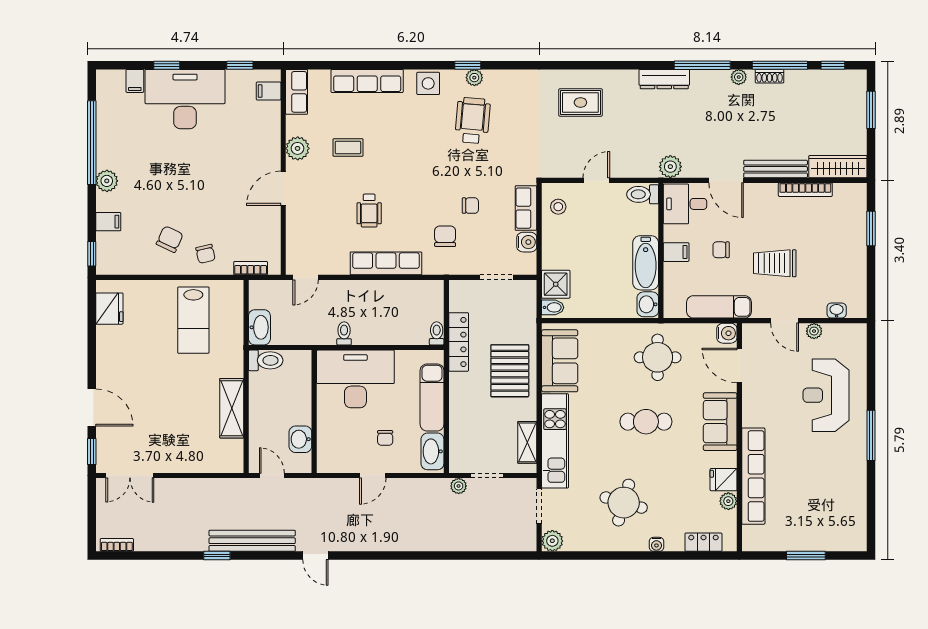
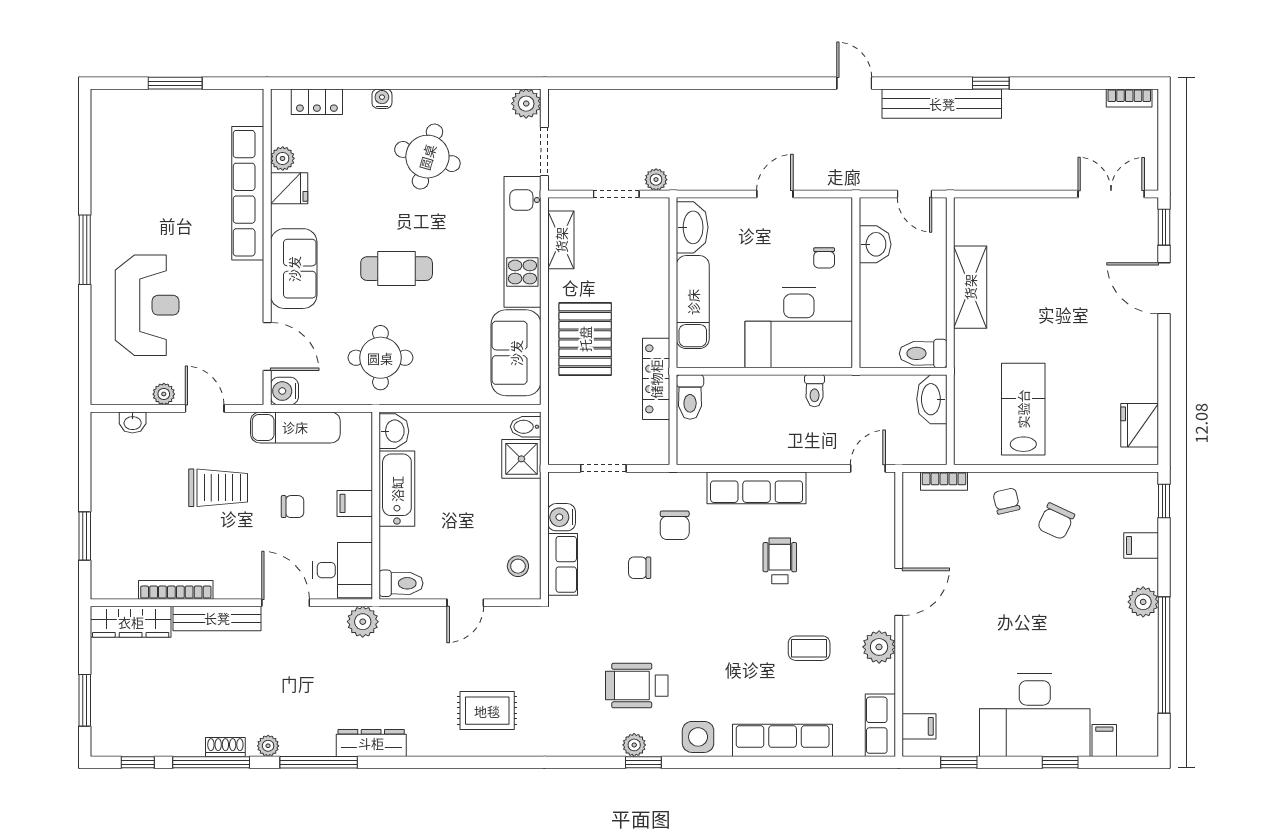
wheelchair: (472, 120) -> (637, 686), turned 85
toilet: (437, 333) -> (690, 397), width x1.37, depth x1.39
chair: (385, 438) -> (824, 258), moved, turned 180

